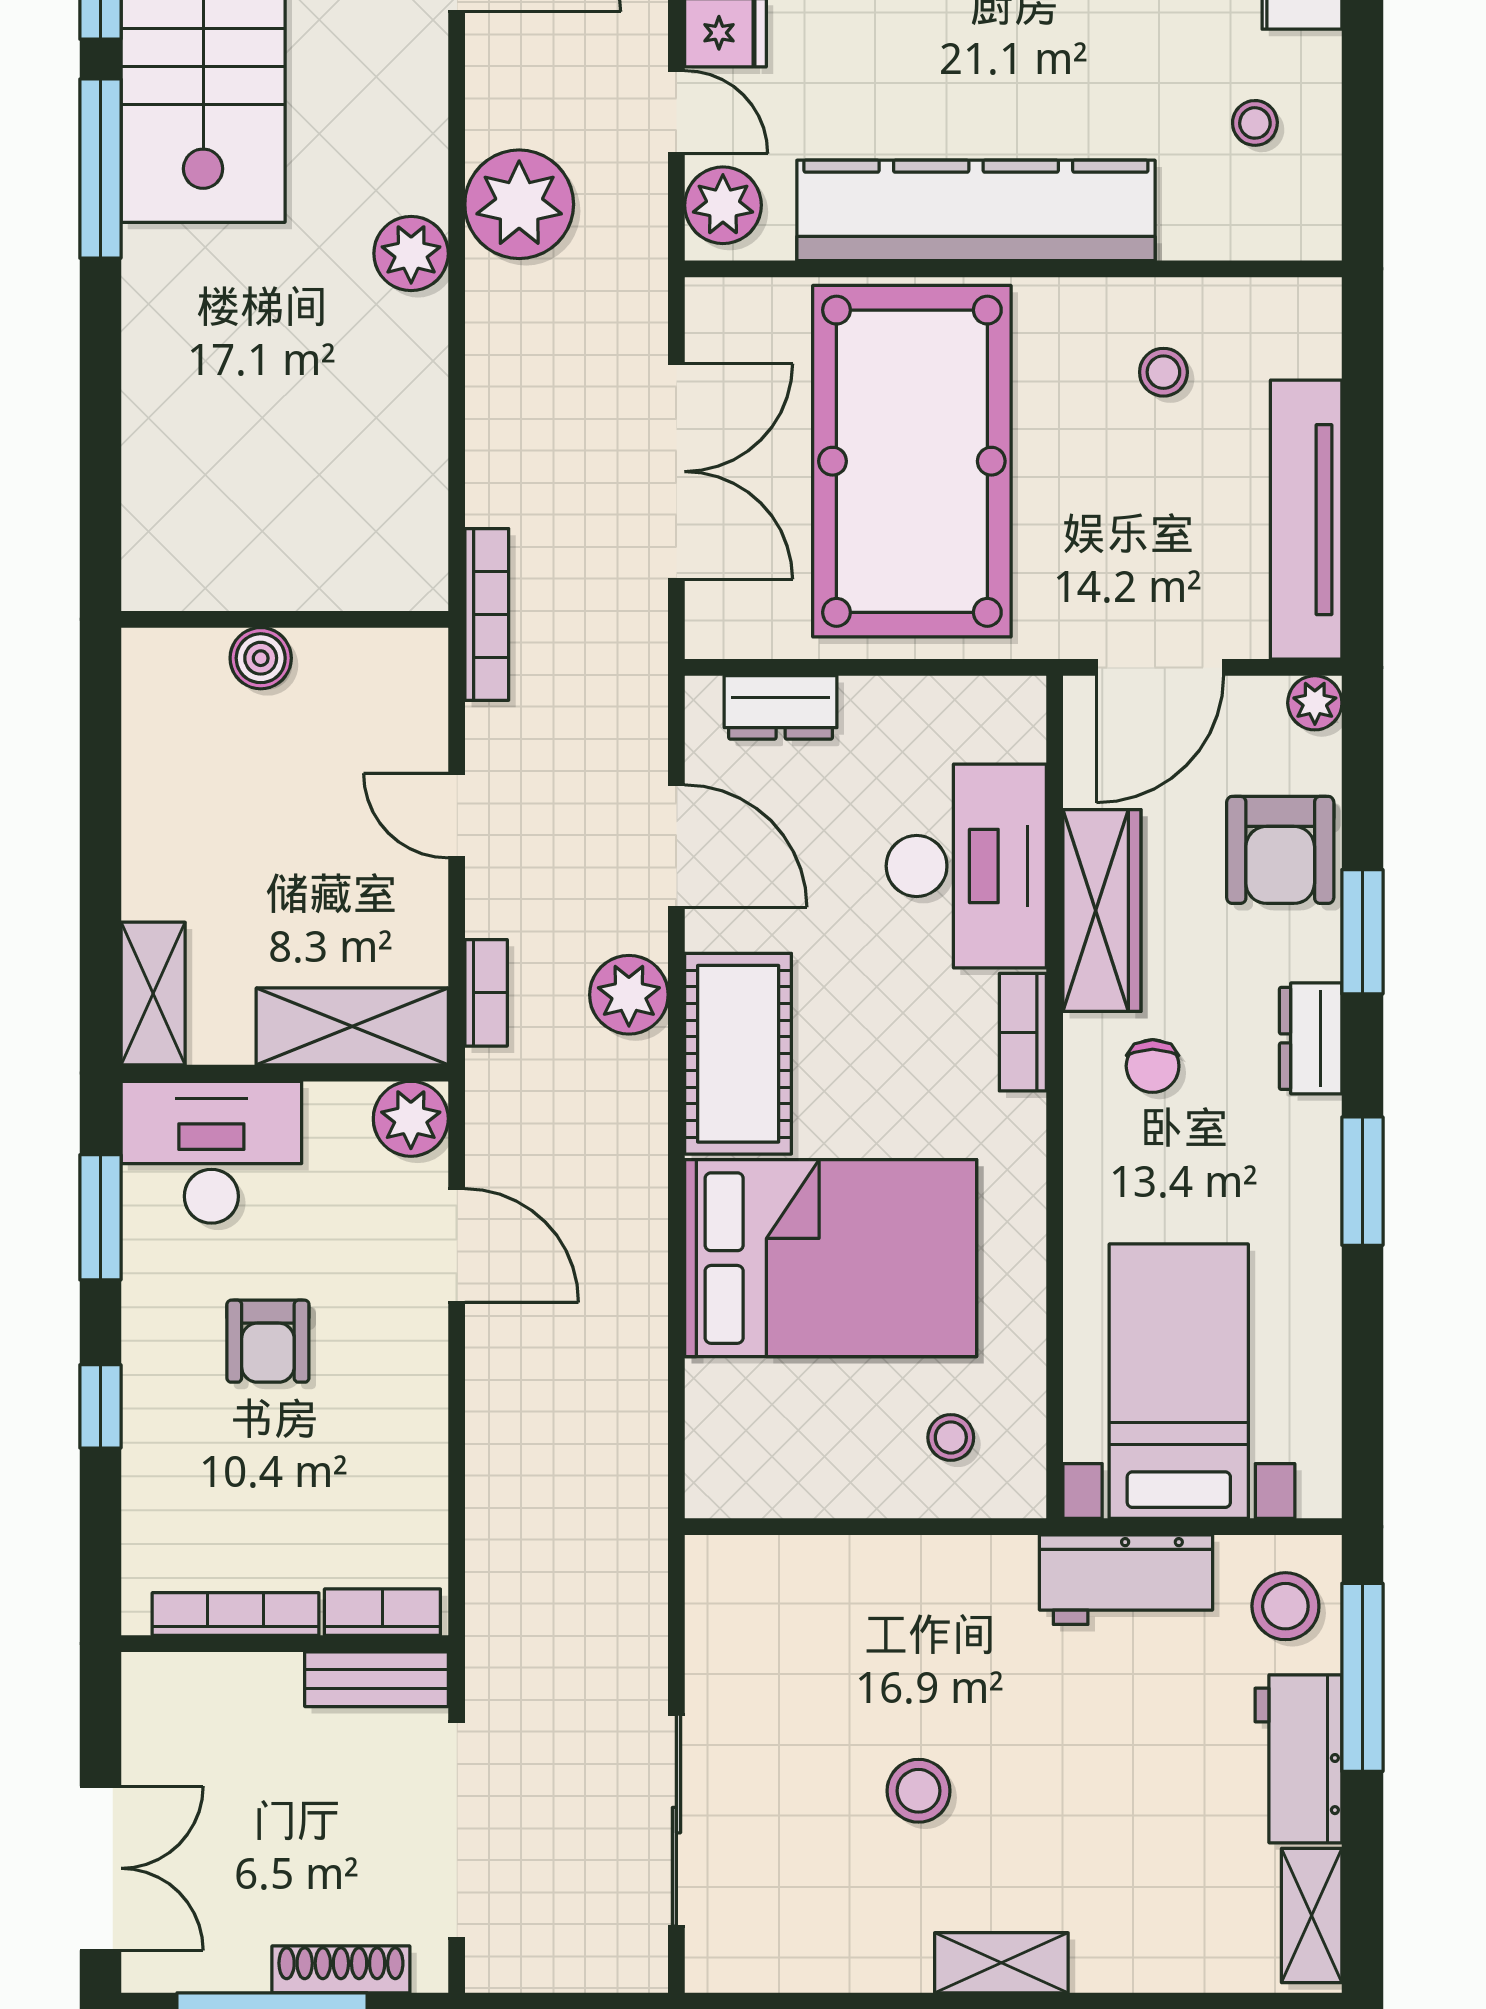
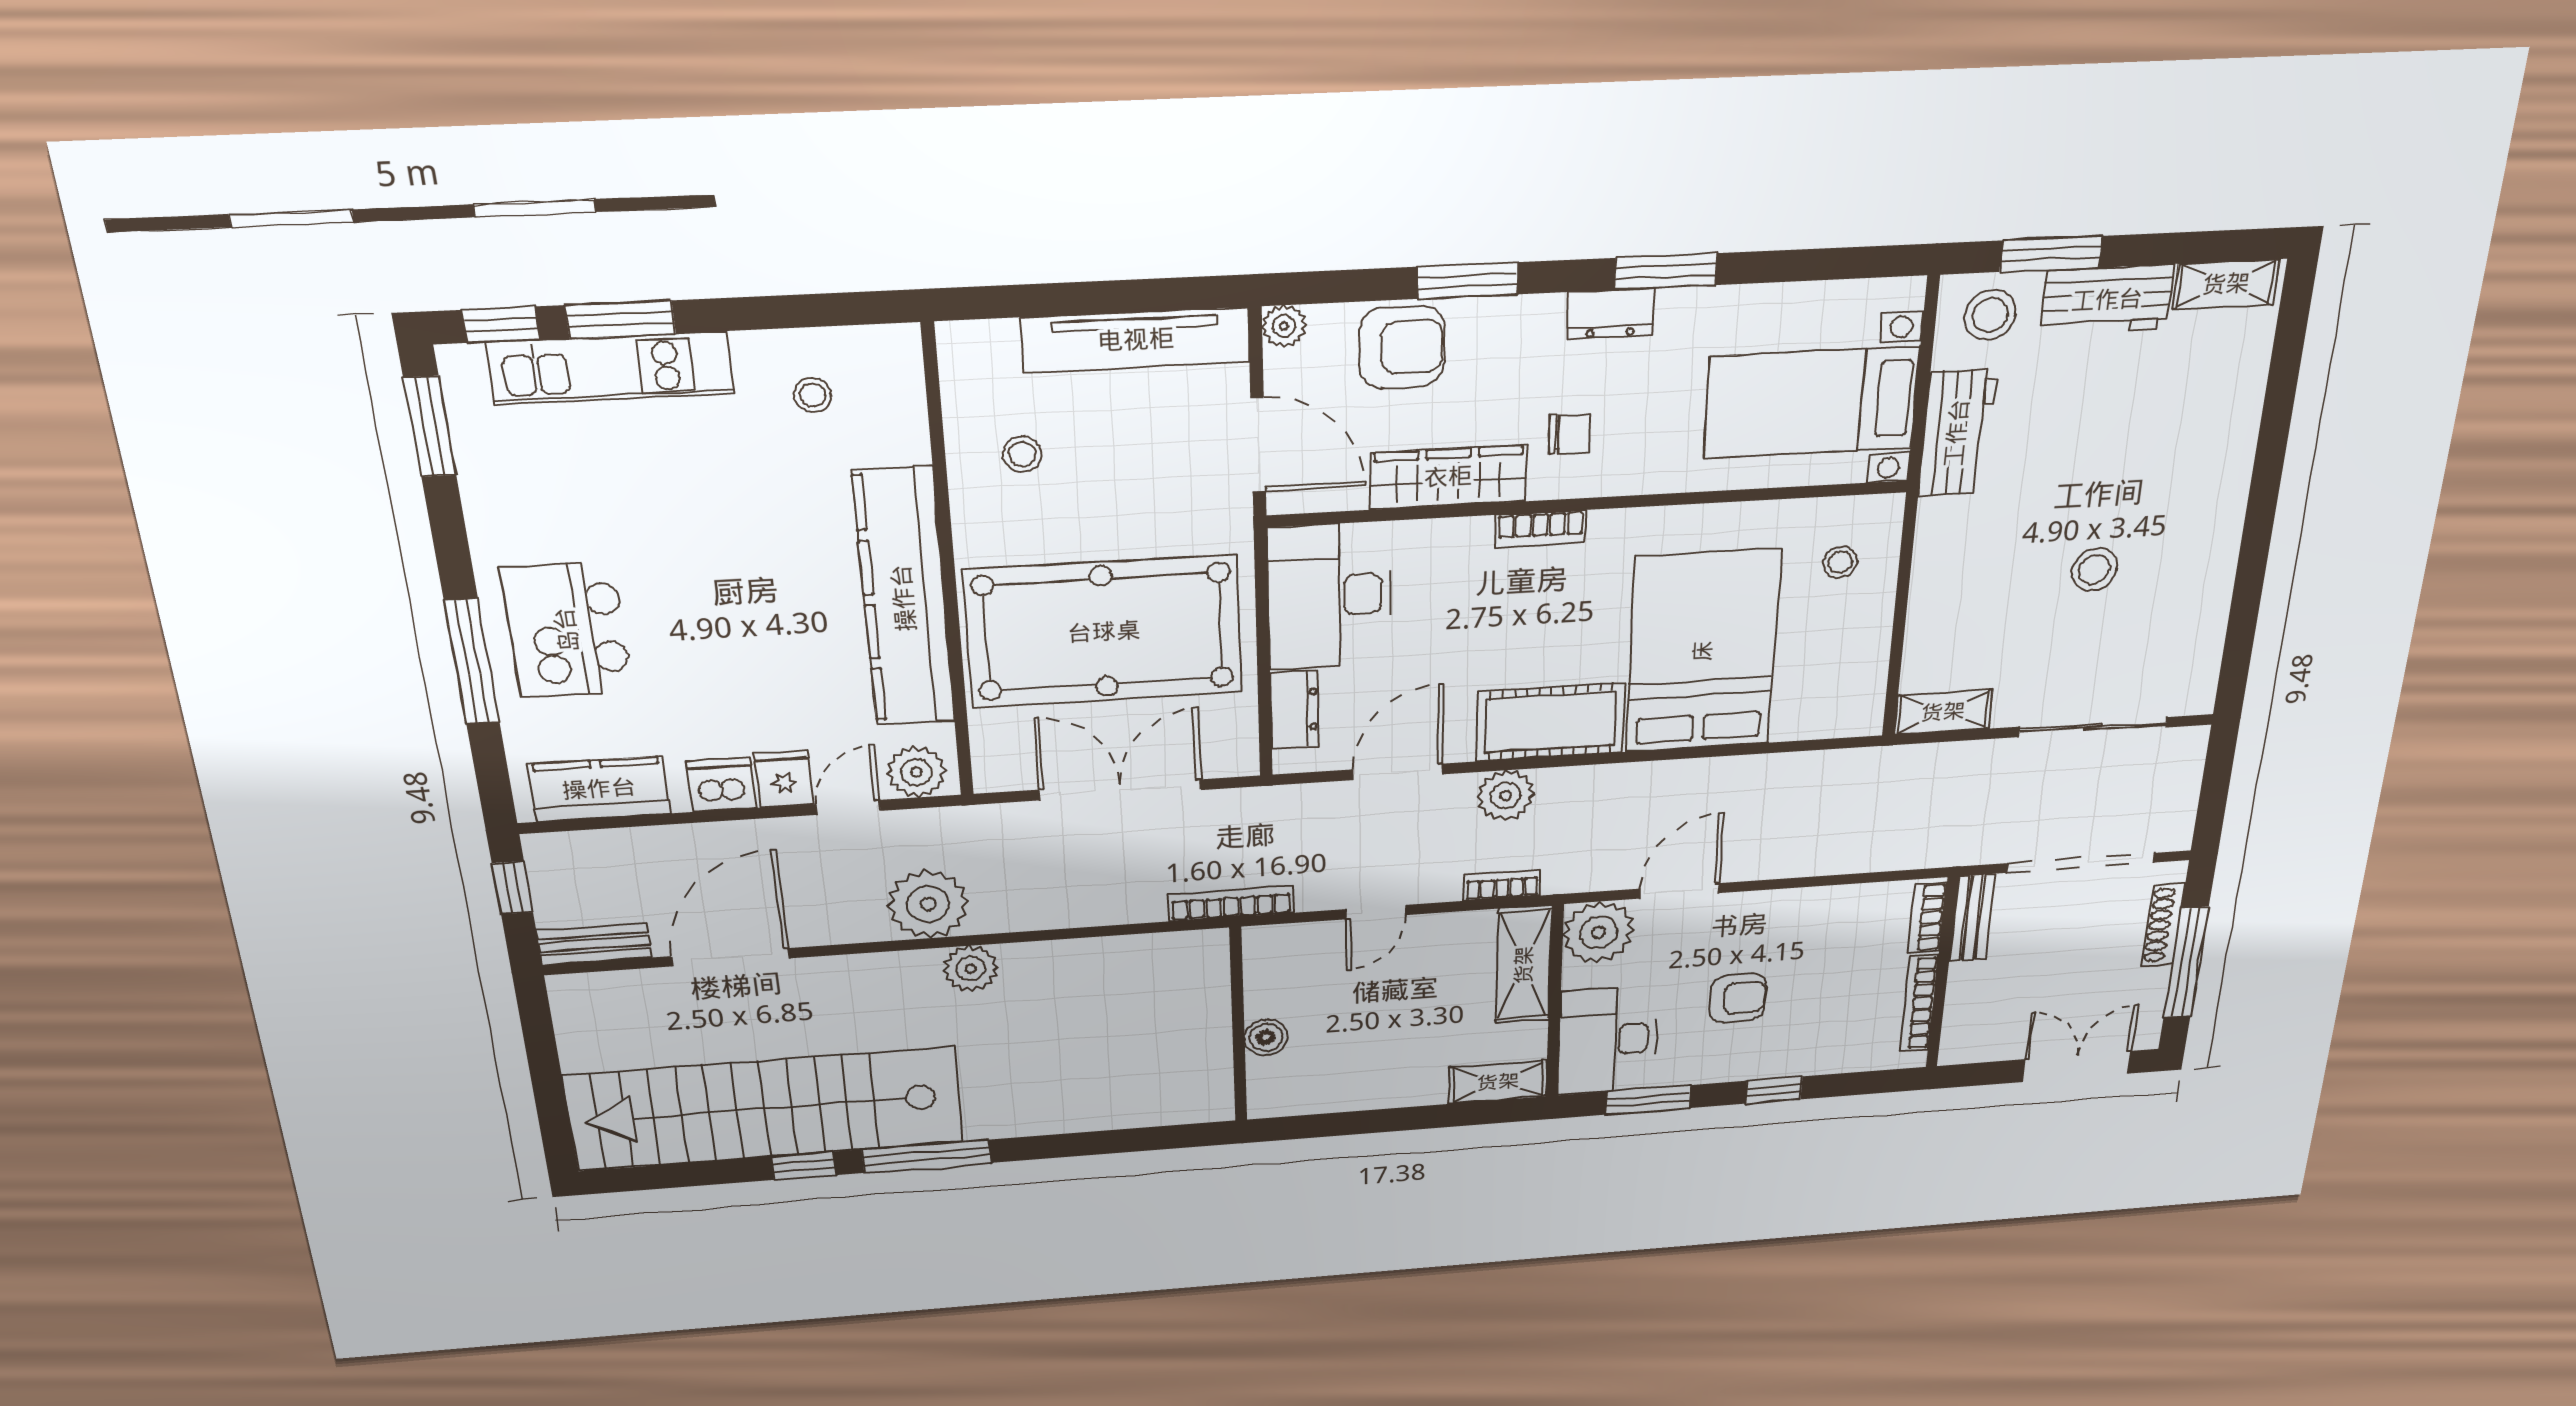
desk: (966, 866) -> (1330, 596), moved, turned -90
dresser: (1311, 1038) -> (1611, 314), moved
plant: (411, 1119) -> (1599, 932), width x1.36, depth x1.36
window: (1362, 1677) -> (2051, 254), width x0.69
shelving: (1001, 1963) -> (1943, 712), moved, turned 90

